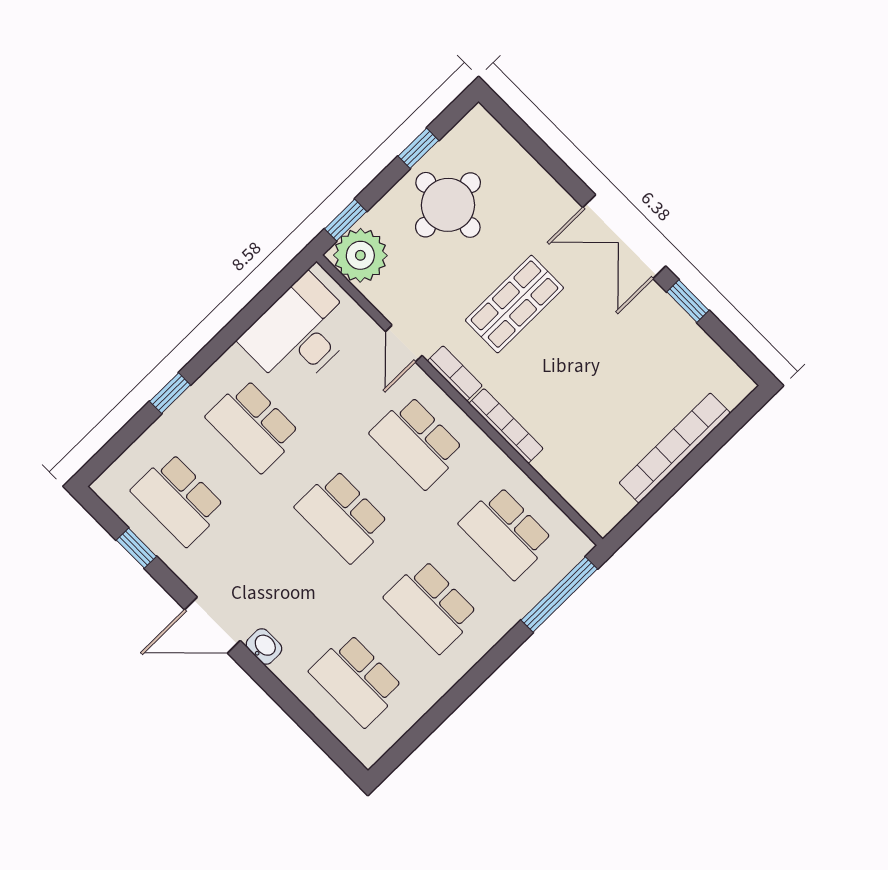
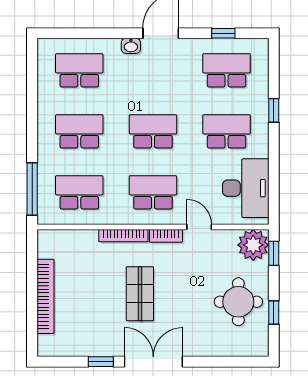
shop shelf: (514, 304) -> (140, 294), moved

